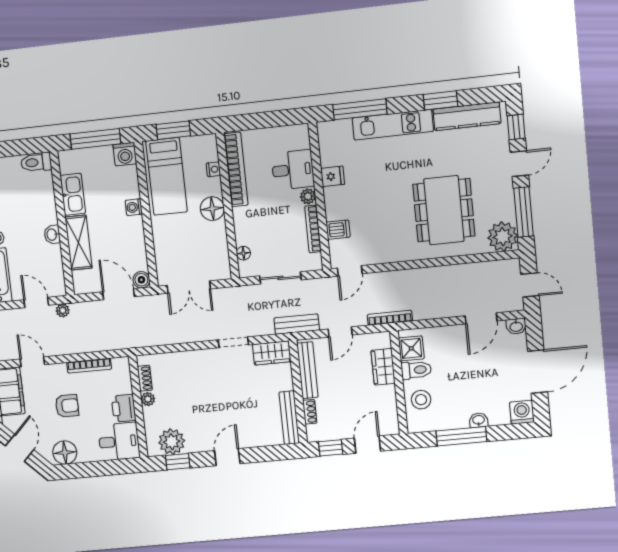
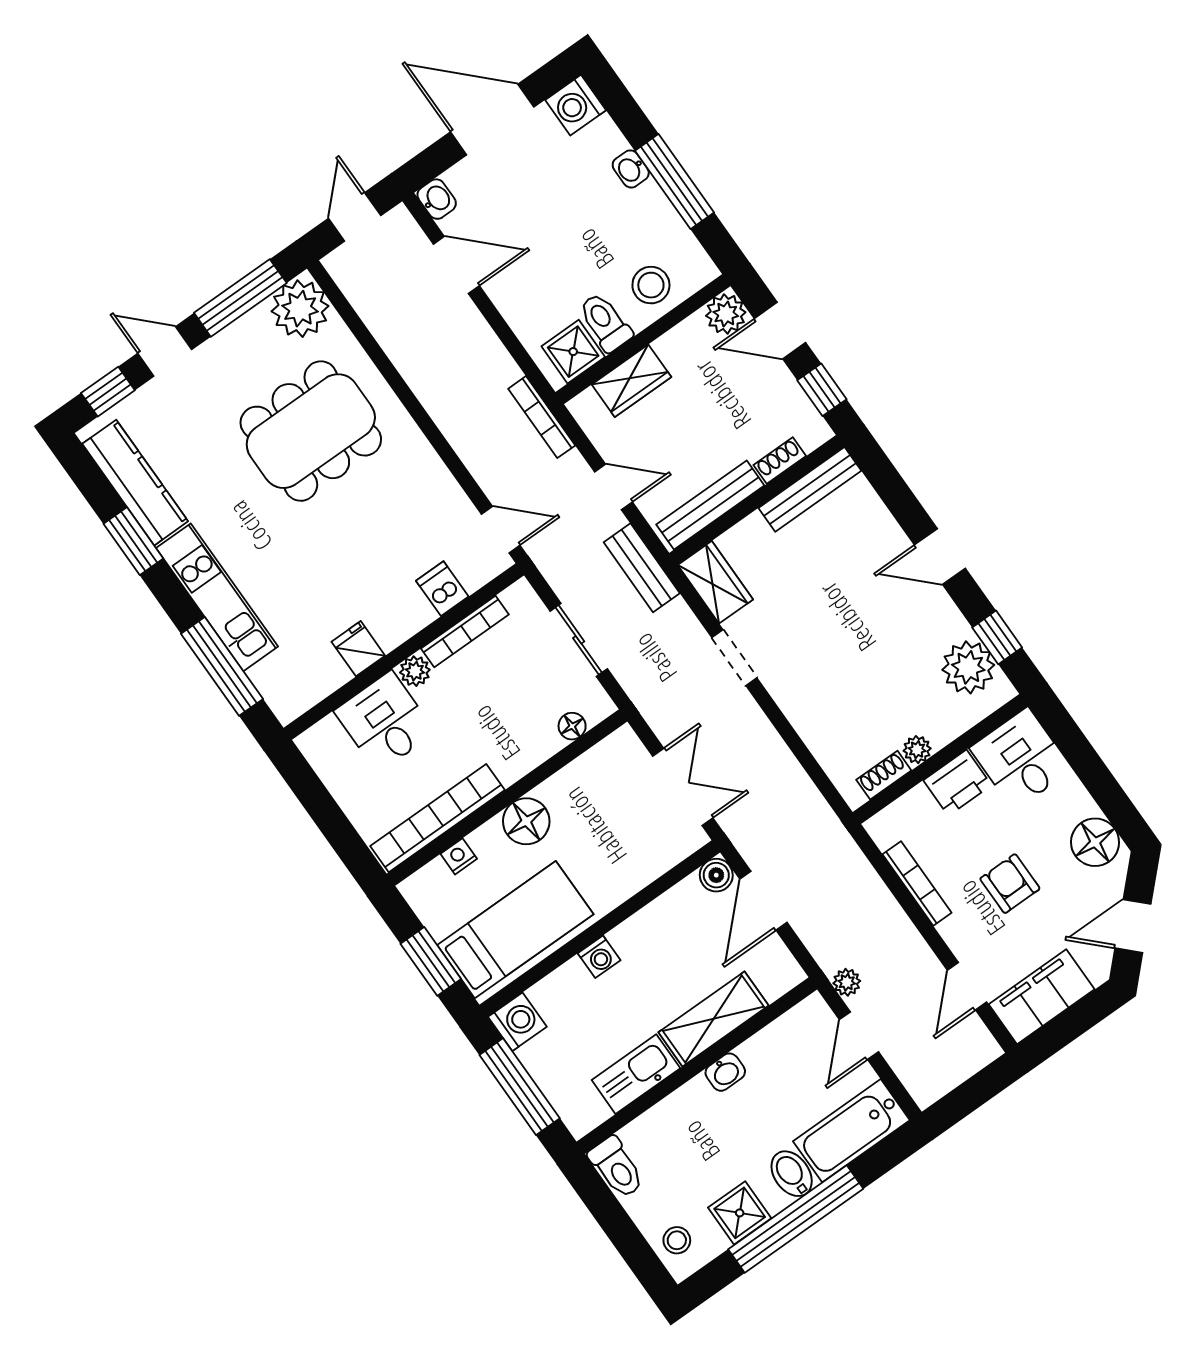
plant: (389, 425) -> (726, 314), added

